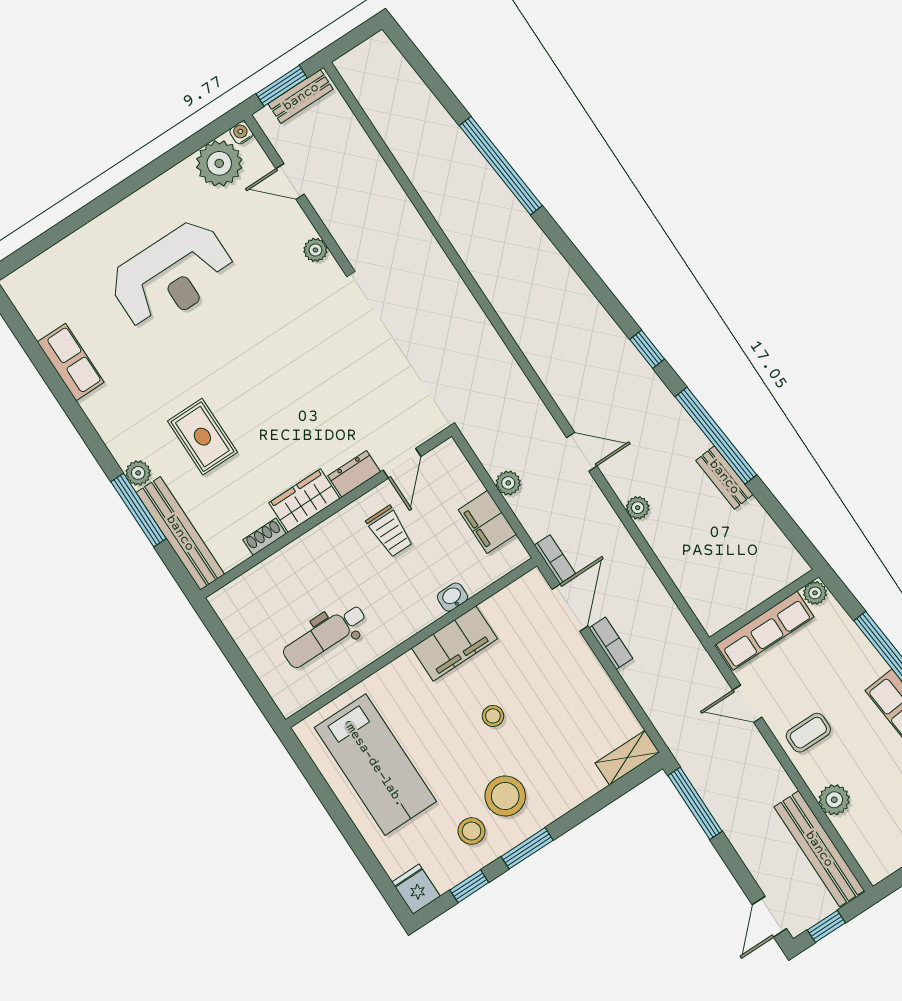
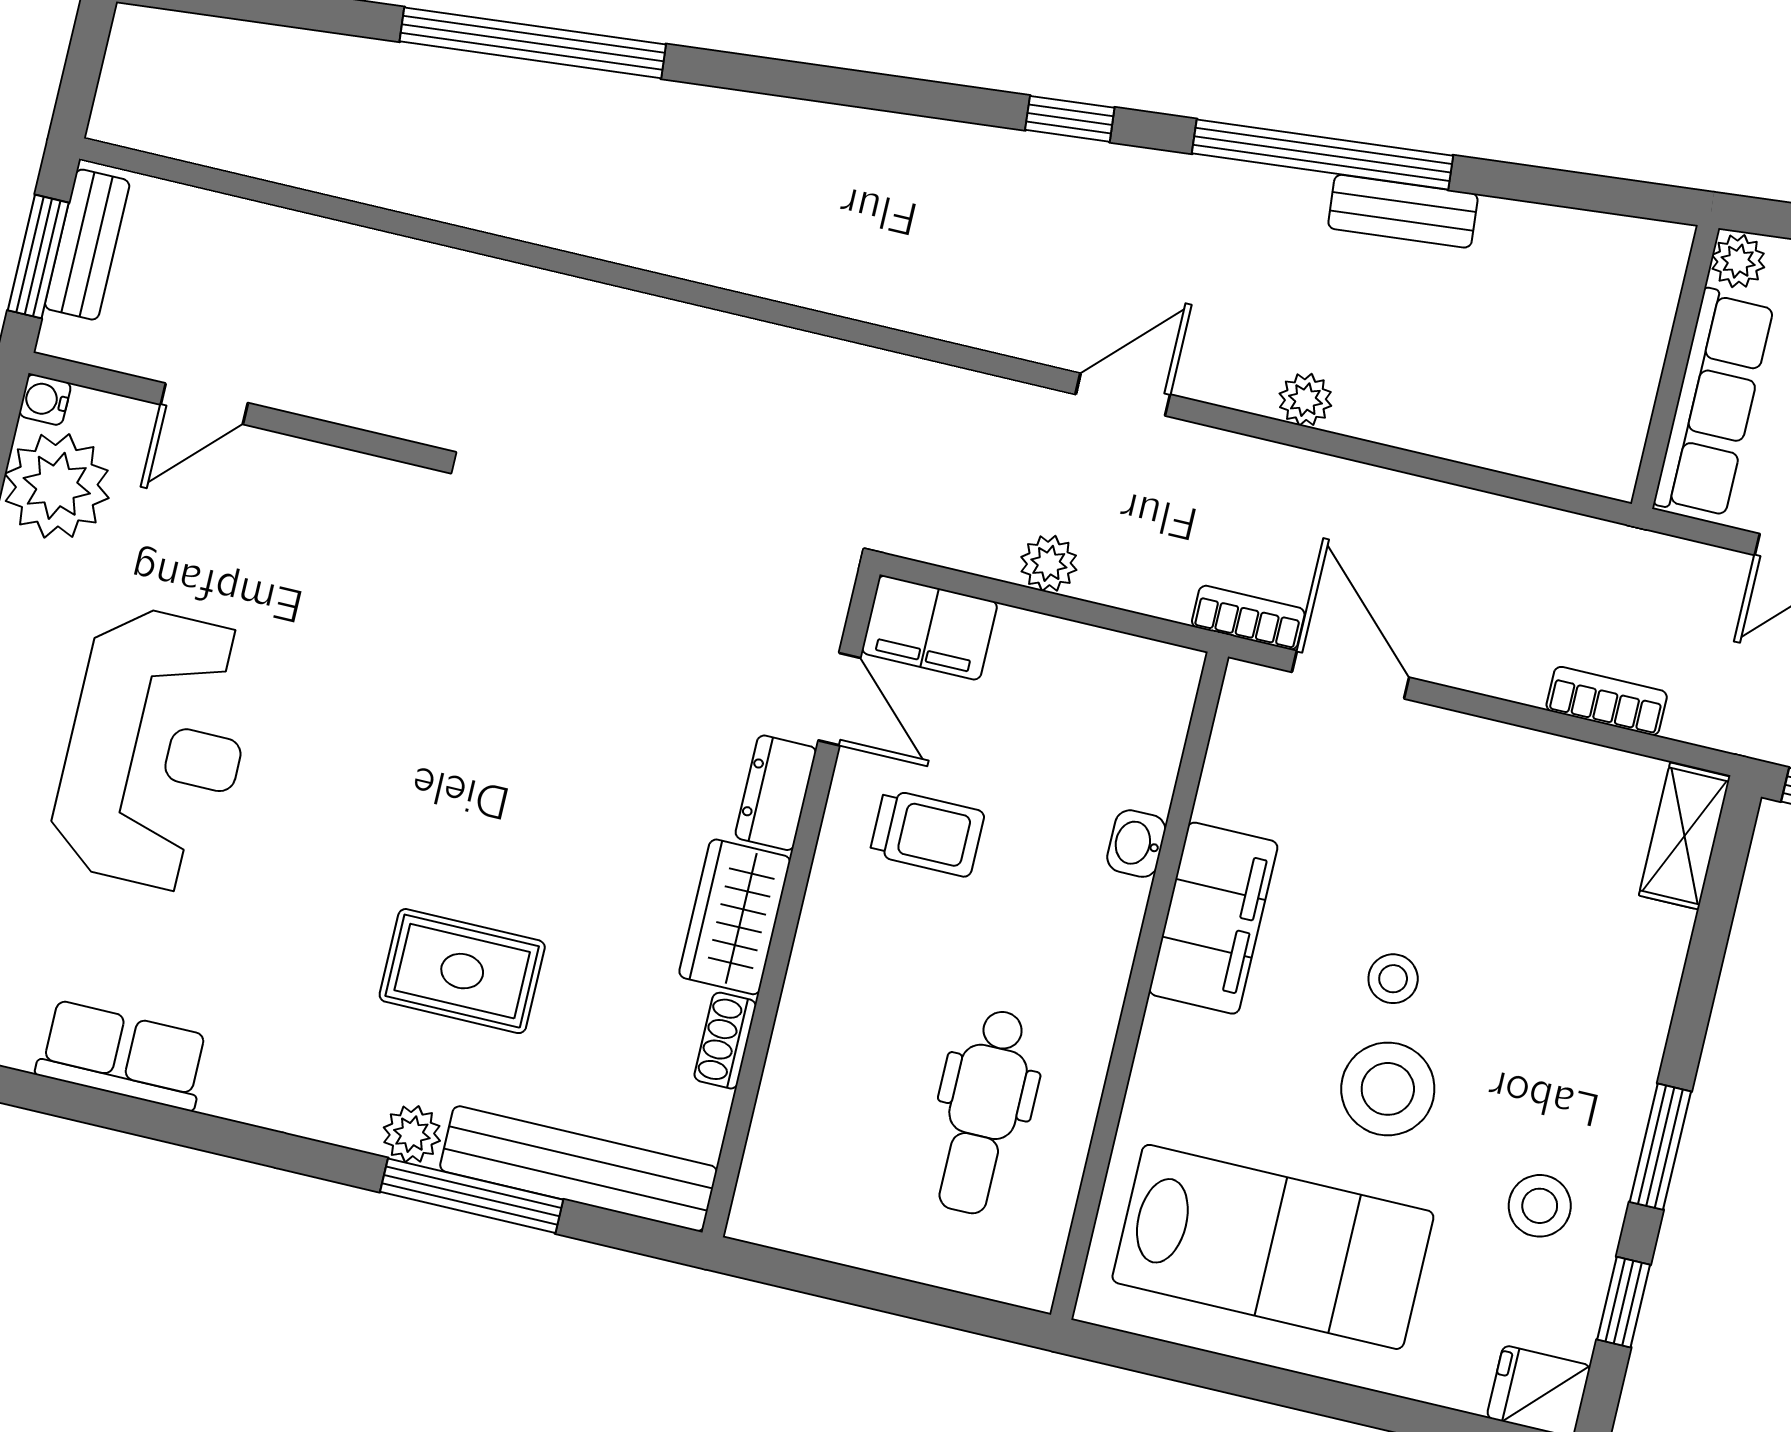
plant: (315, 250) -> (356, 478), removed
filing cabinet: (487, 522) -> (929, 628), moved
bookcase: (611, 643) -> (1607, 701), moved
stool: (505, 796) -> (1388, 1089), moved

